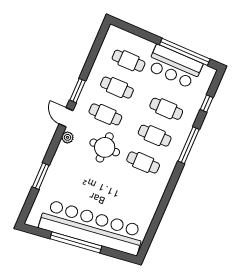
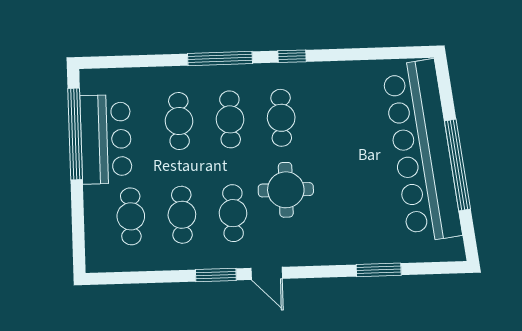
window: (207, 104) -> (292, 56), moved
door: (66, 117) -> (267, 273), hinge flipped
plant: (68, 137) -> (297, 256), removed

